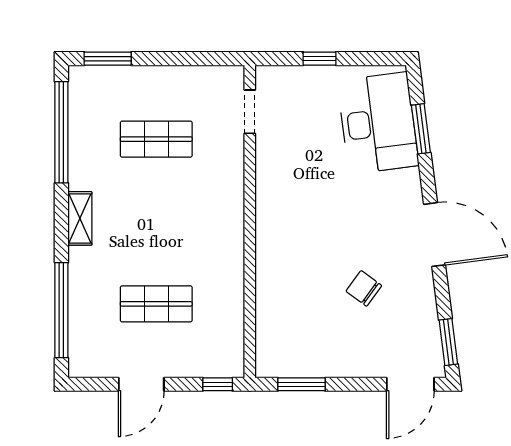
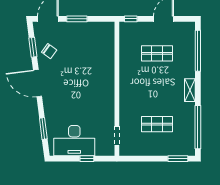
desk: (378, 123) -> (74, 141), moved, turned -83
chair: (364, 288) -> (49, 51), moved
window: (448, 342) -> (33, 47), moved
window: (301, 384) -> (77, 19), moved

